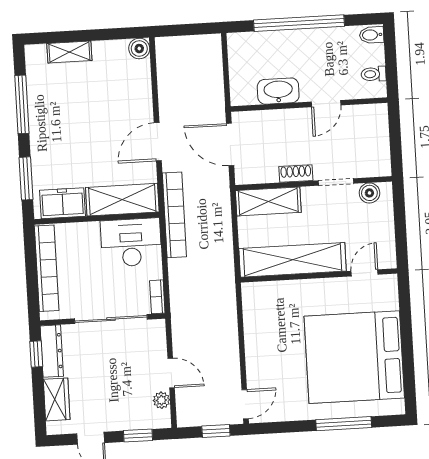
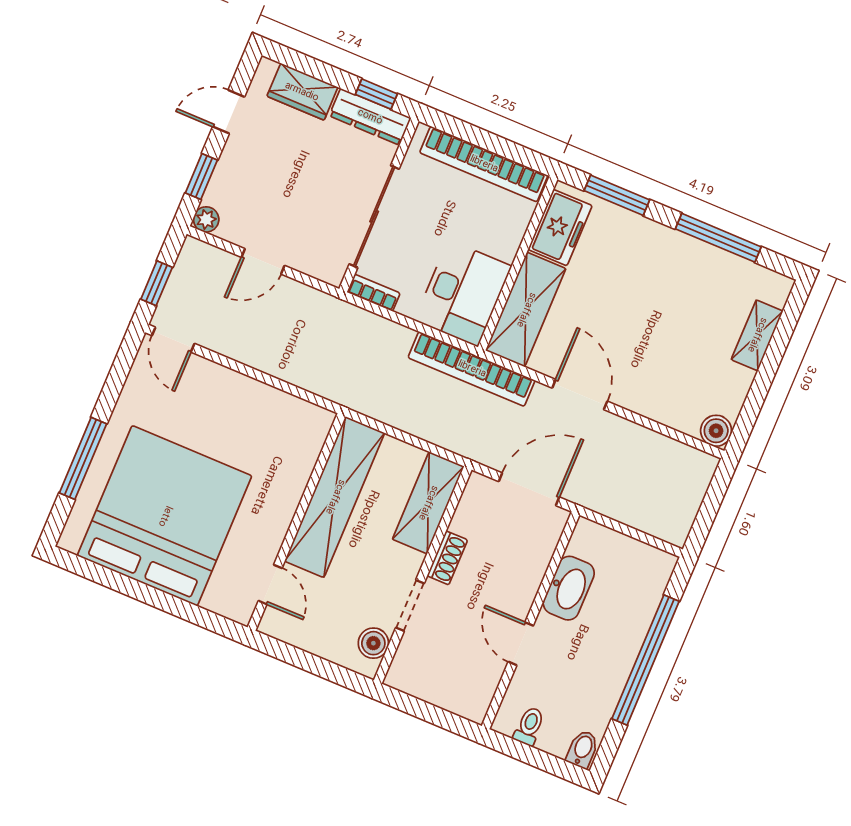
plant: (161, 400) -> (206, 219), moved

